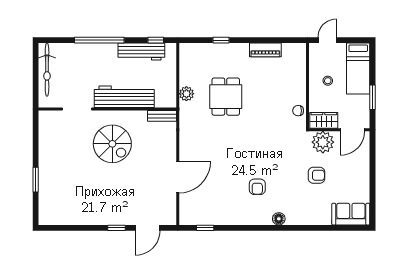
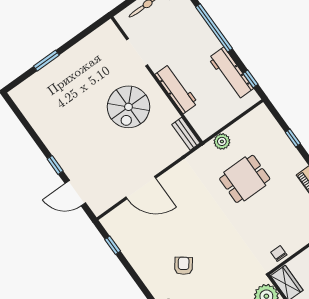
workbench: (124, 97) -> (176, 89), width x0.73, depth x0.76
armchair: (257, 187) -> (184, 266), turned 127

